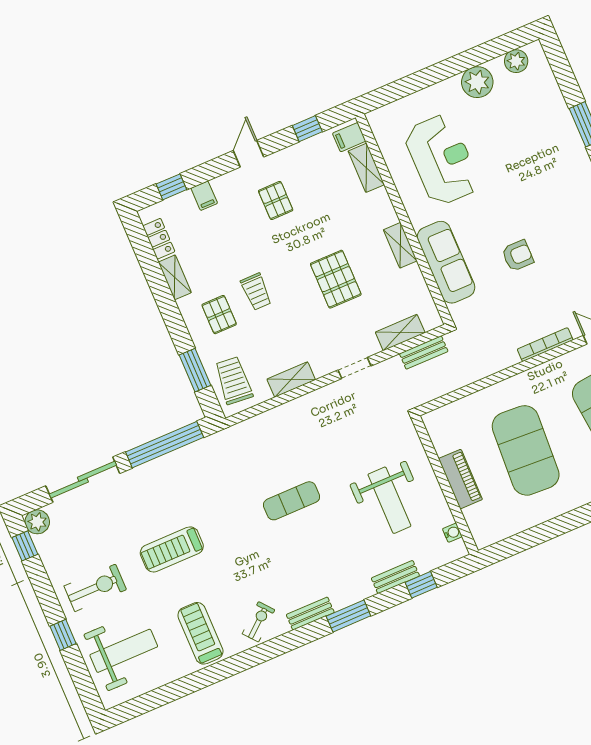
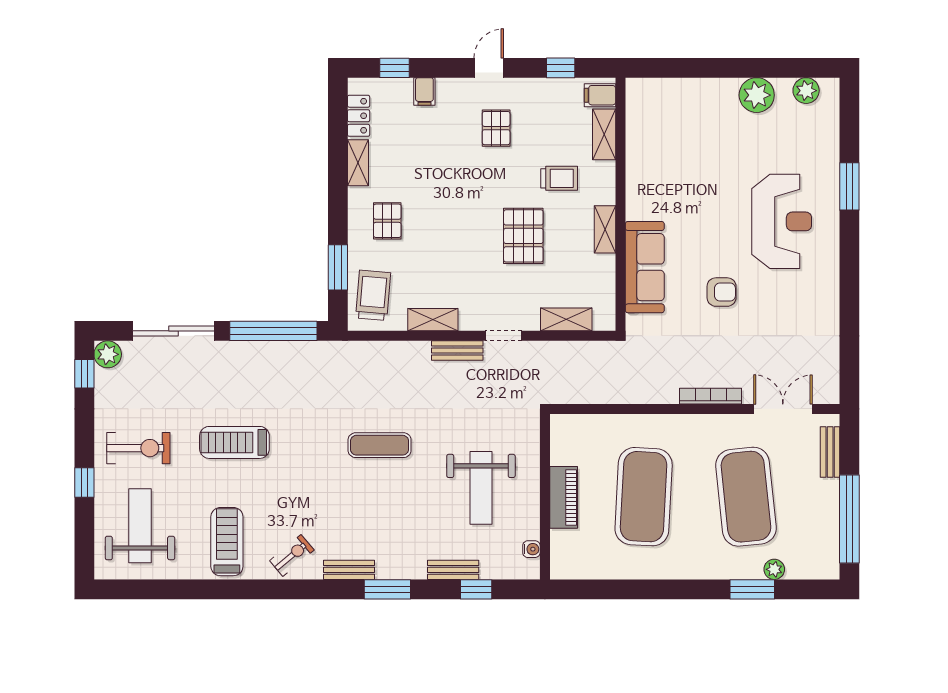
reception desk: (442, 160) -> (782, 221), moved
trolley: (256, 292) -> (559, 178), moved, turned -90
bench: (424, 352) -> (457, 350), moved
weight bench: (124, 651) -> (140, 526), turned -90

